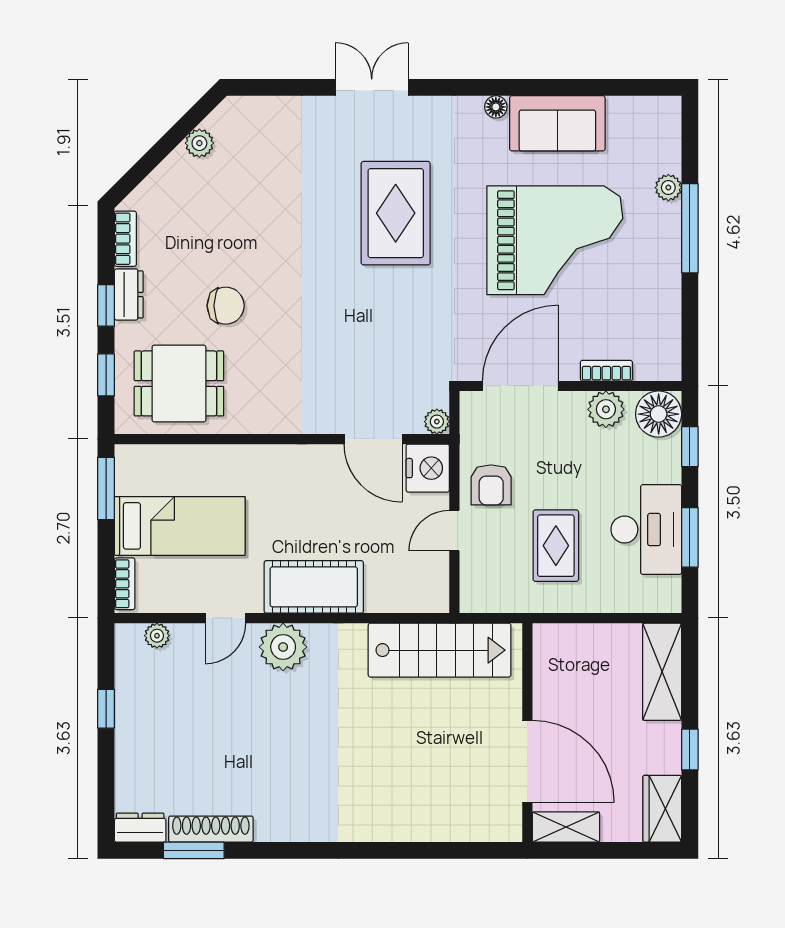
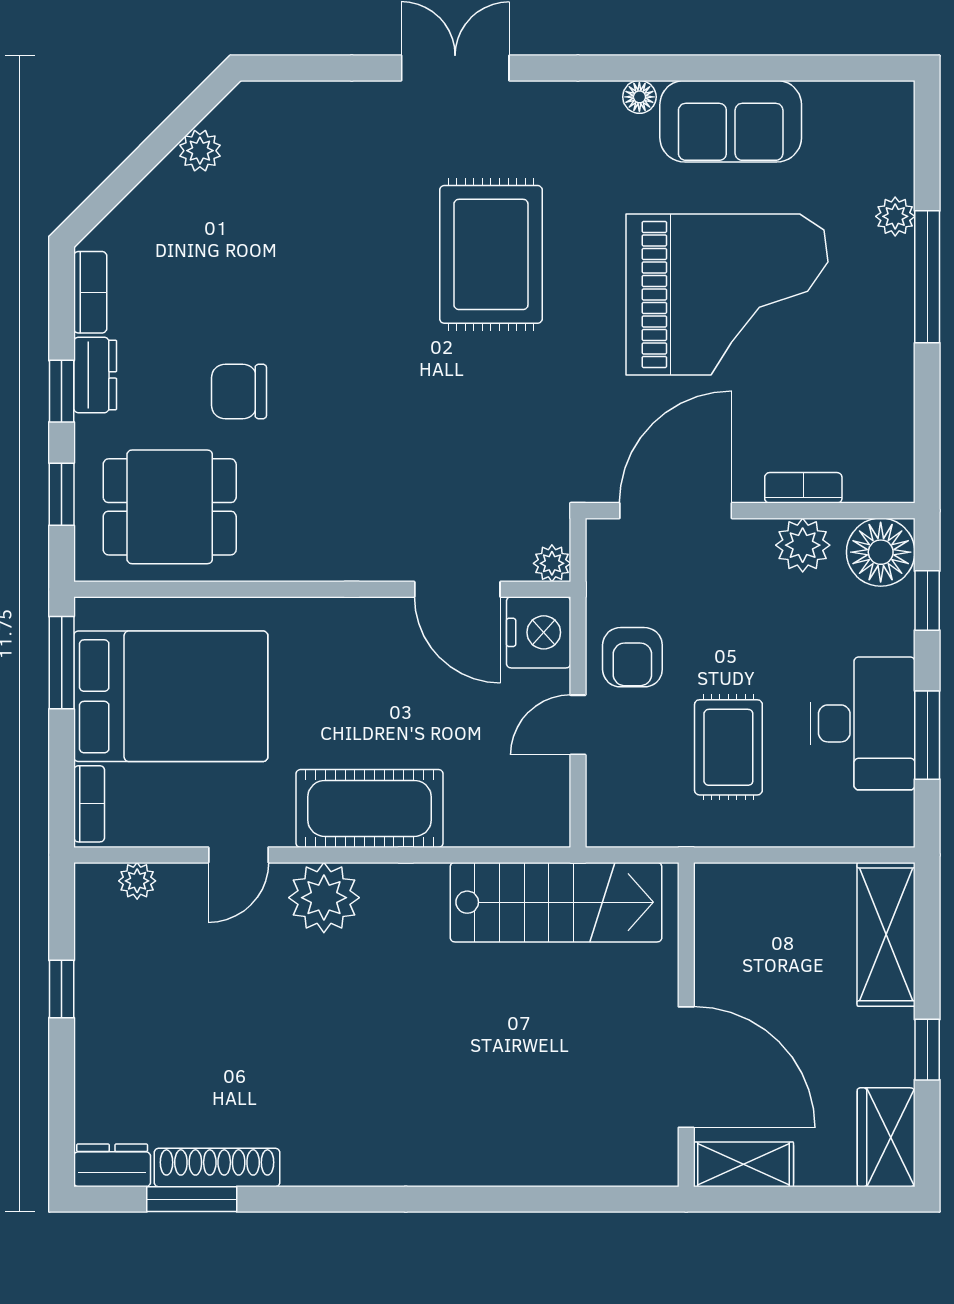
chair: (226, 306) -> (239, 391), turned 180
bed: (180, 526) -> (171, 696), width x1.50

